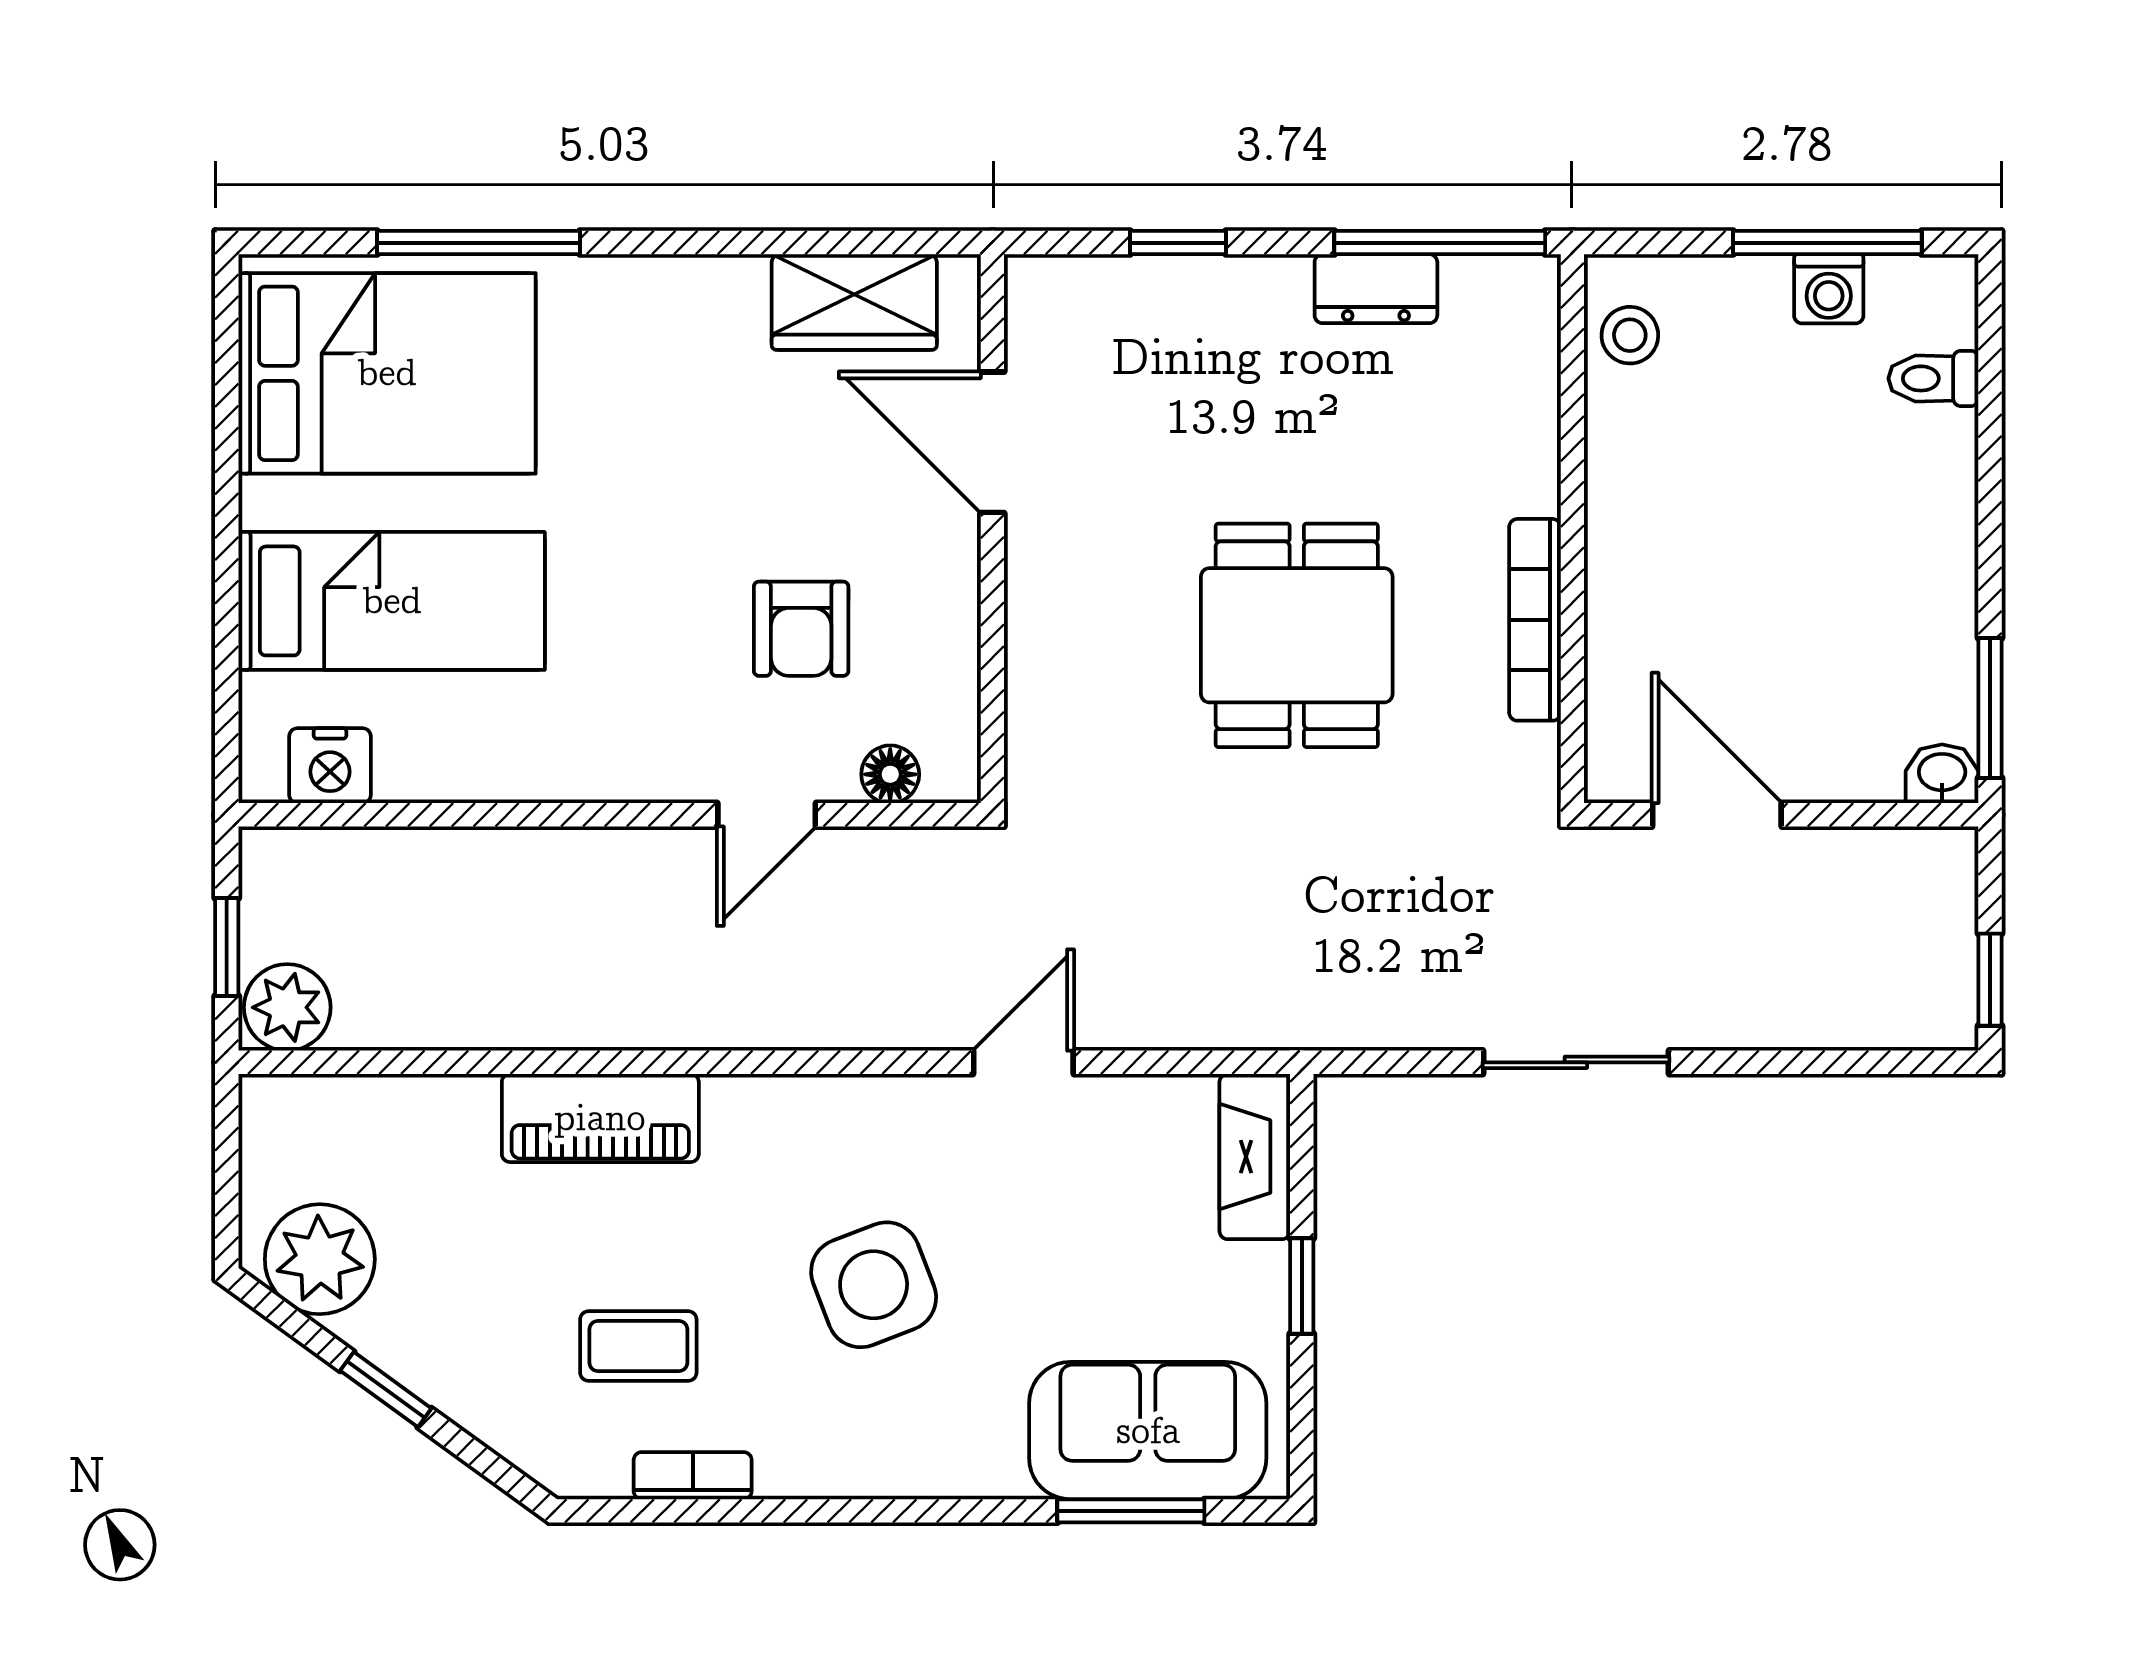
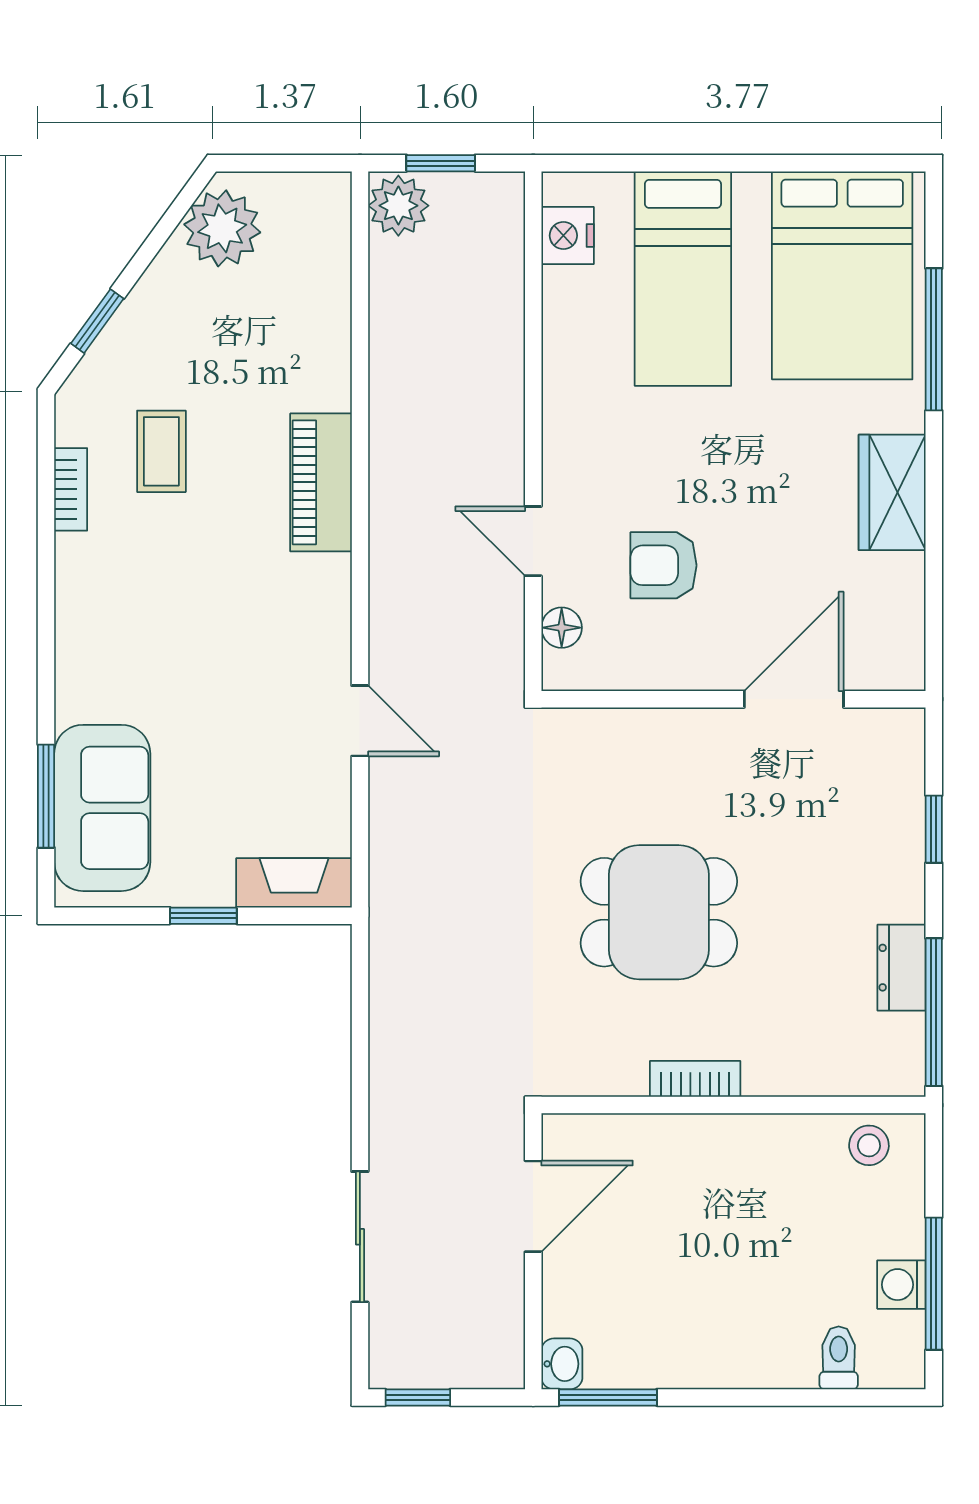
wardrobe: (854, 302) -> (892, 492), moved
bookcase: (1535, 620) -> (695, 1079), width x0.64
sliding door: (1576, 1062) -> (360, 1237), moved
piano: (600, 1118) -> (321, 482), moved
side table: (874, 1285) -> (204, 616), removed
window: (386, 1389) -> (97, 321), moved

